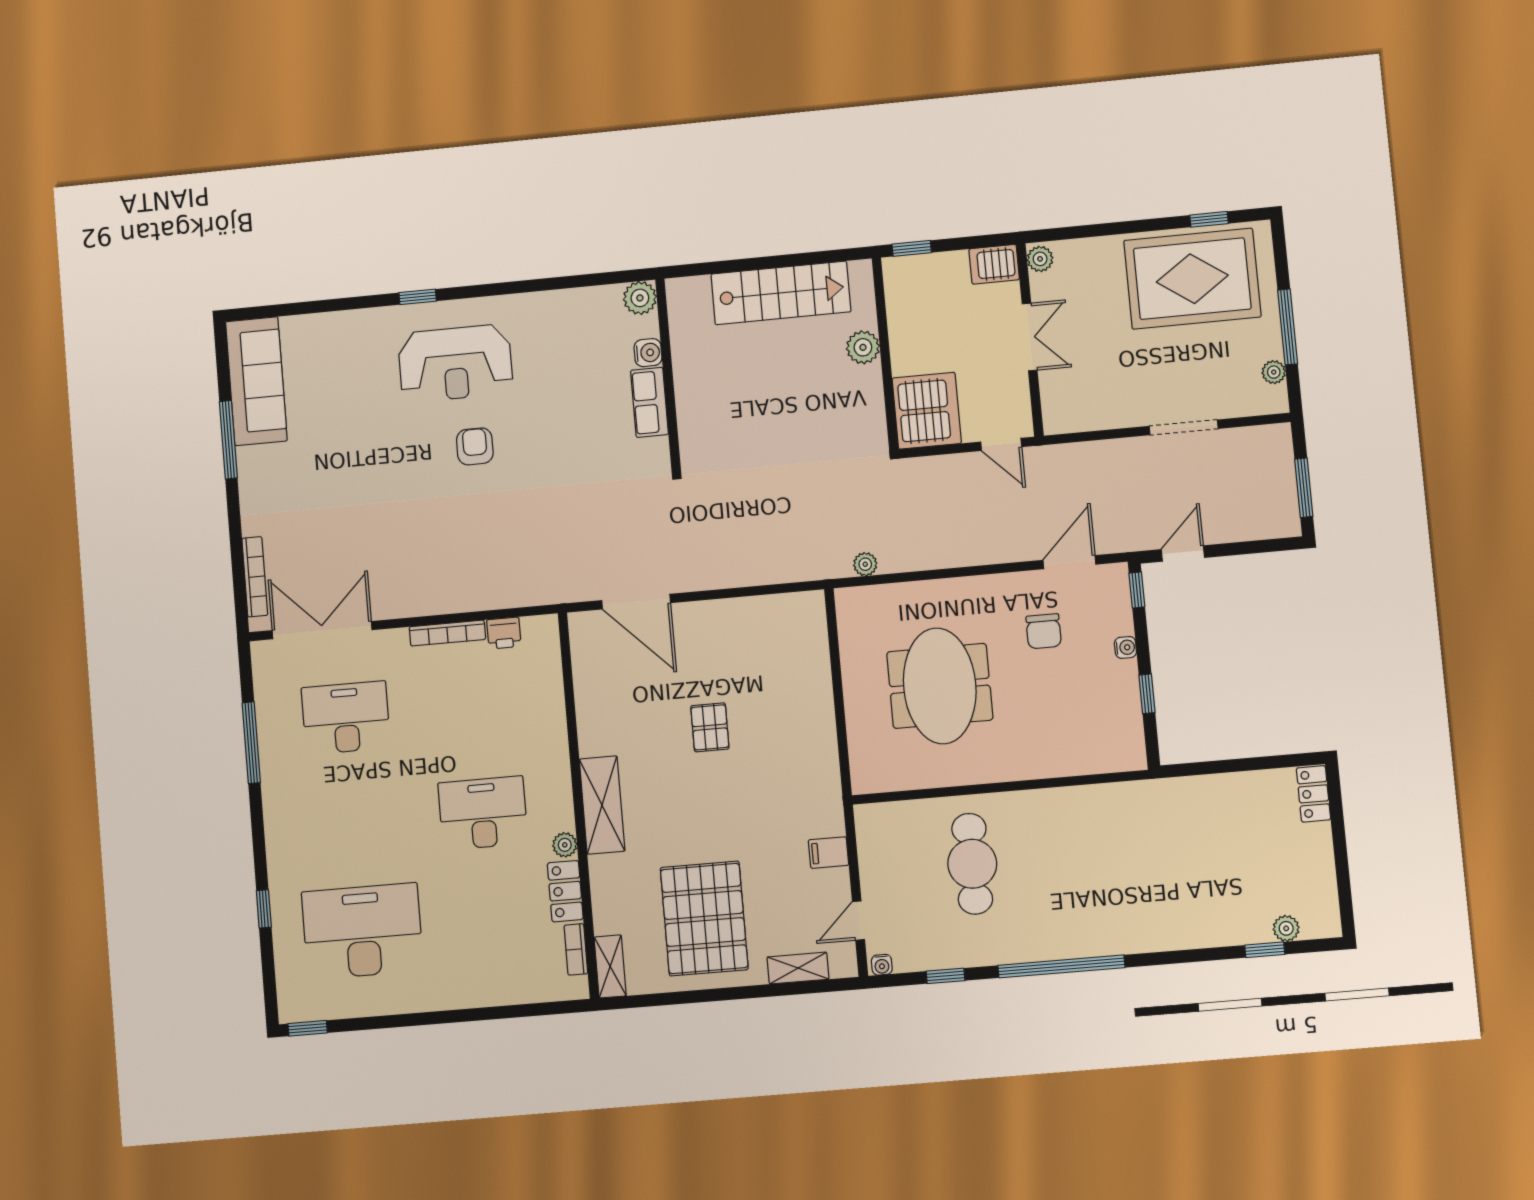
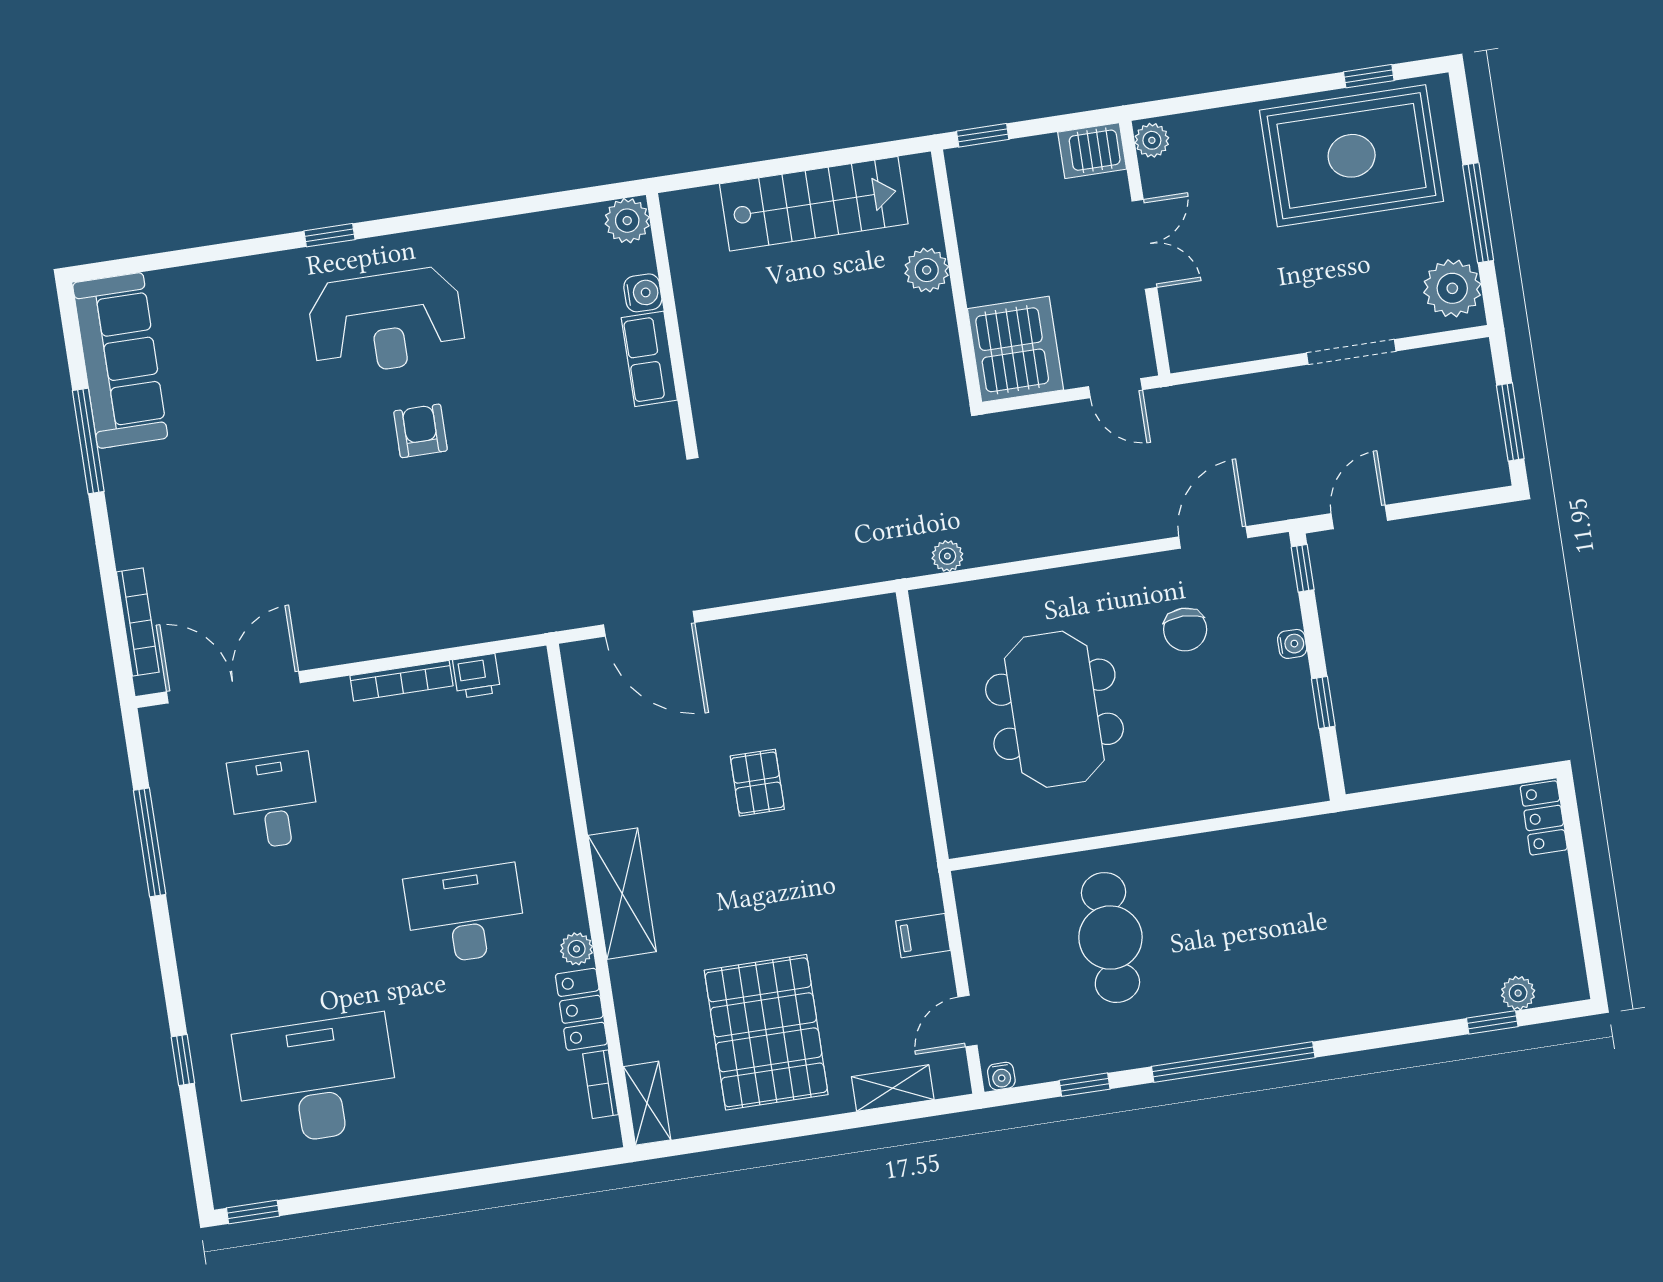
plant: (1274, 372) -> (1452, 288), width x1.87, depth x1.87
desk: (346, 718) -> (274, 801), width x0.73

